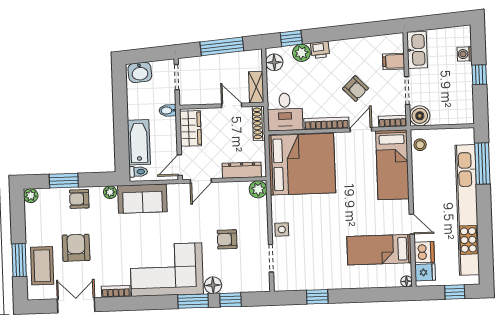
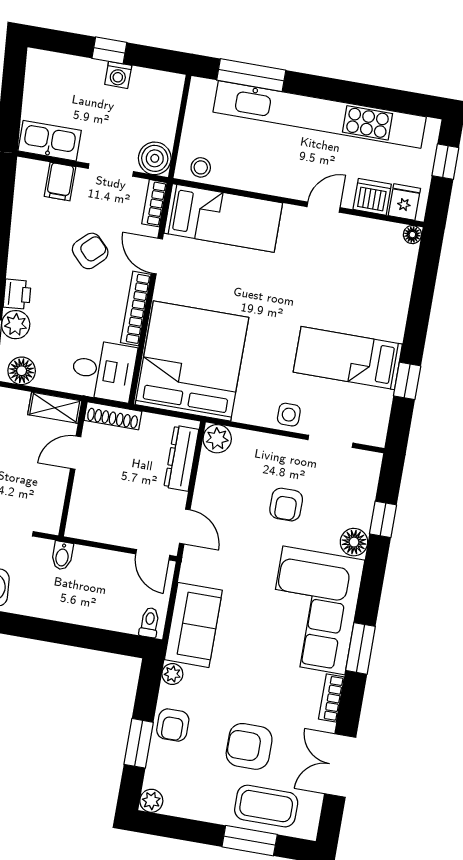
washing machine: (465, 54) -> (118, 75), moved
wardrobe: (190, 128) -> (98, 525), removed
bathtub: (139, 142) -> (103, 612), removed
bed: (379, 250) -> (348, 358), moved, turned 90
window: (193, 301) -> (360, 648), moved

